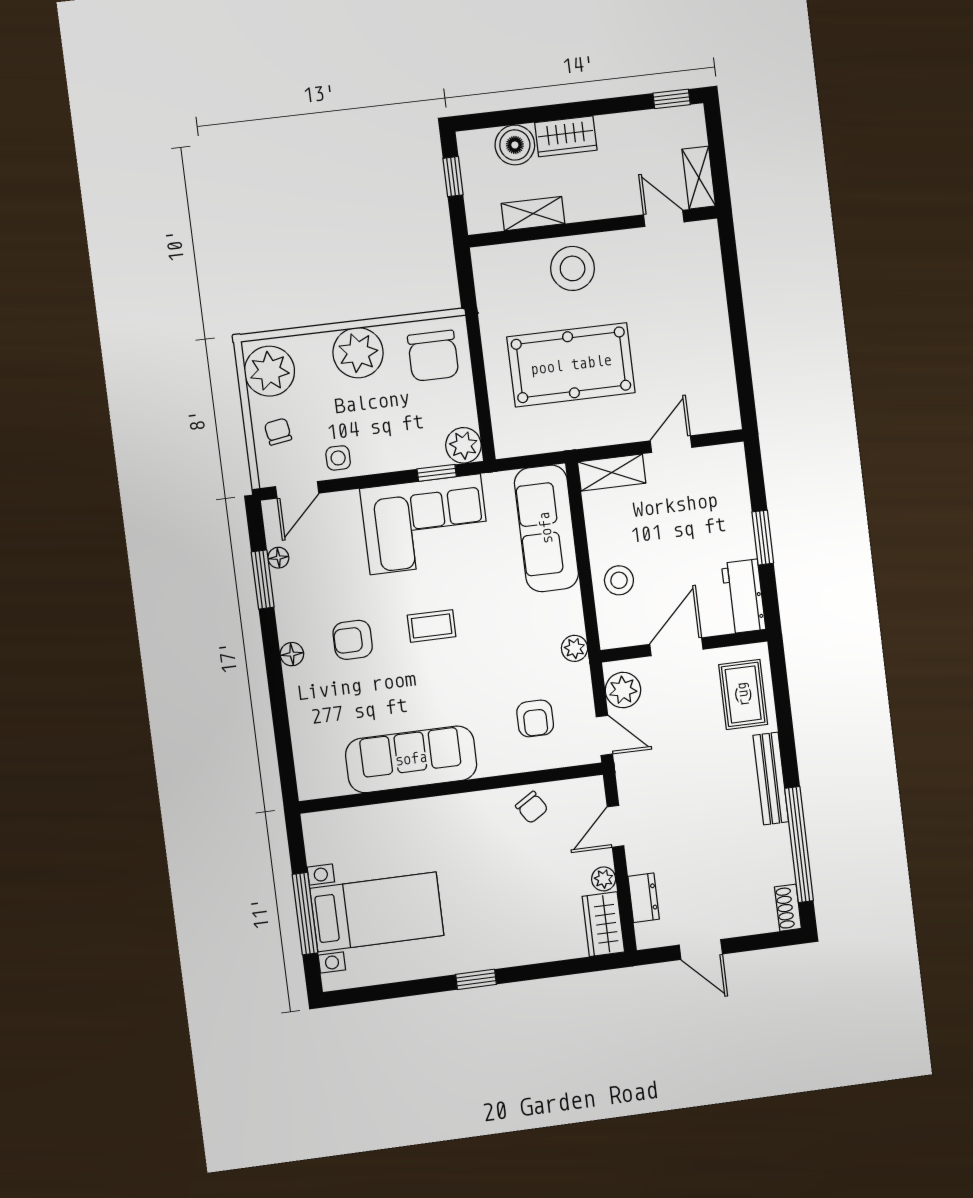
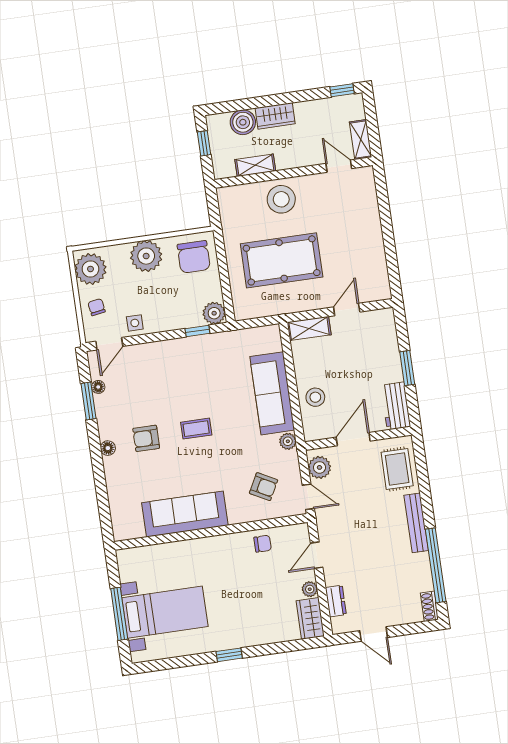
corner sofa: (425, 524) -> (191, 364), removed
sofa: (546, 528) -> (272, 393), moved
armchair: (535, 718) -> (264, 487), turned -62
chair: (532, 807) -> (263, 544), turned -58

